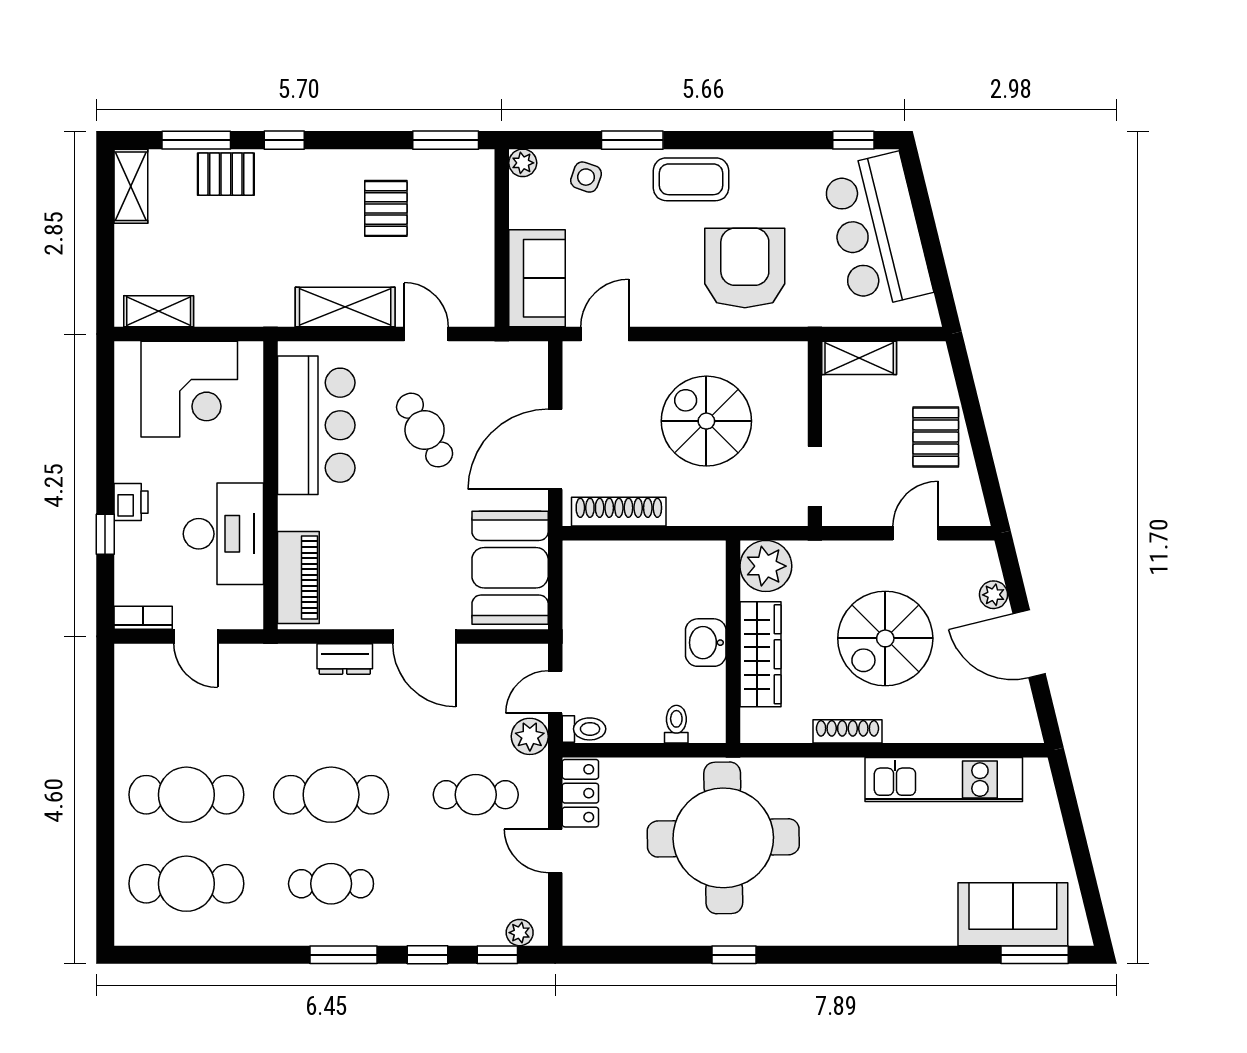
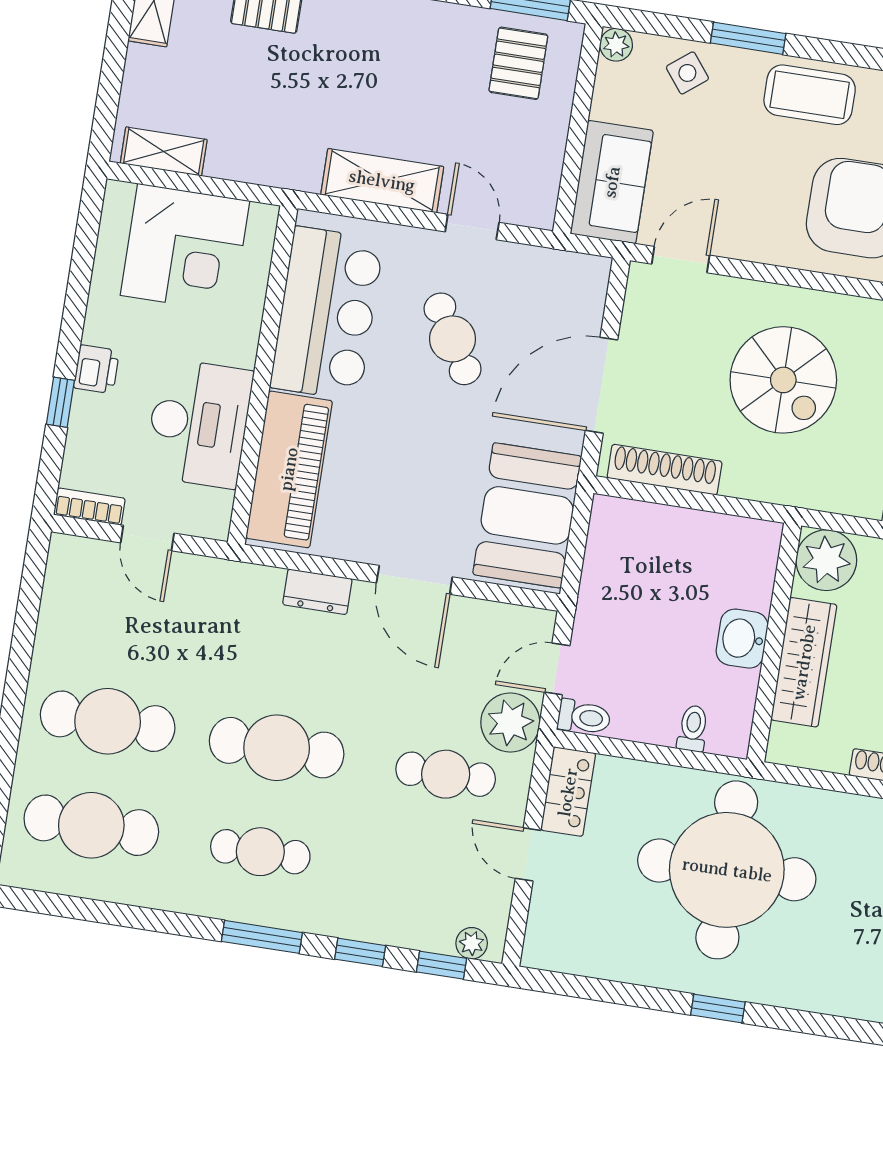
side table: (586, 177) -> (687, 73), turned 33
pallet: (386, 208) -> (518, 63), moved
spiral stairs: (706, 421) -> (783, 380), turned 180
piano: (298, 577) -> (289, 469), width x1.37, depth x1.33
plant: (530, 736) -> (510, 723), width x1.36, depth x1.36

